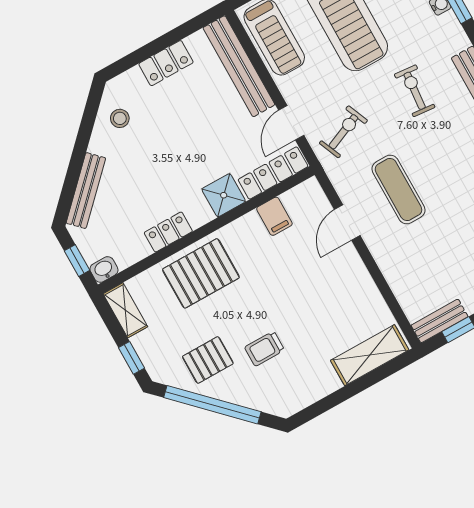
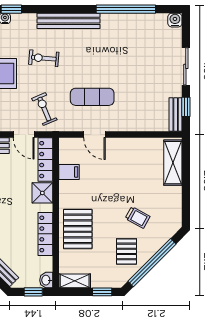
locker: (168, 232) -> (45, 234), width x1.53
trolley: (264, 349) -> (138, 217), turned -61

